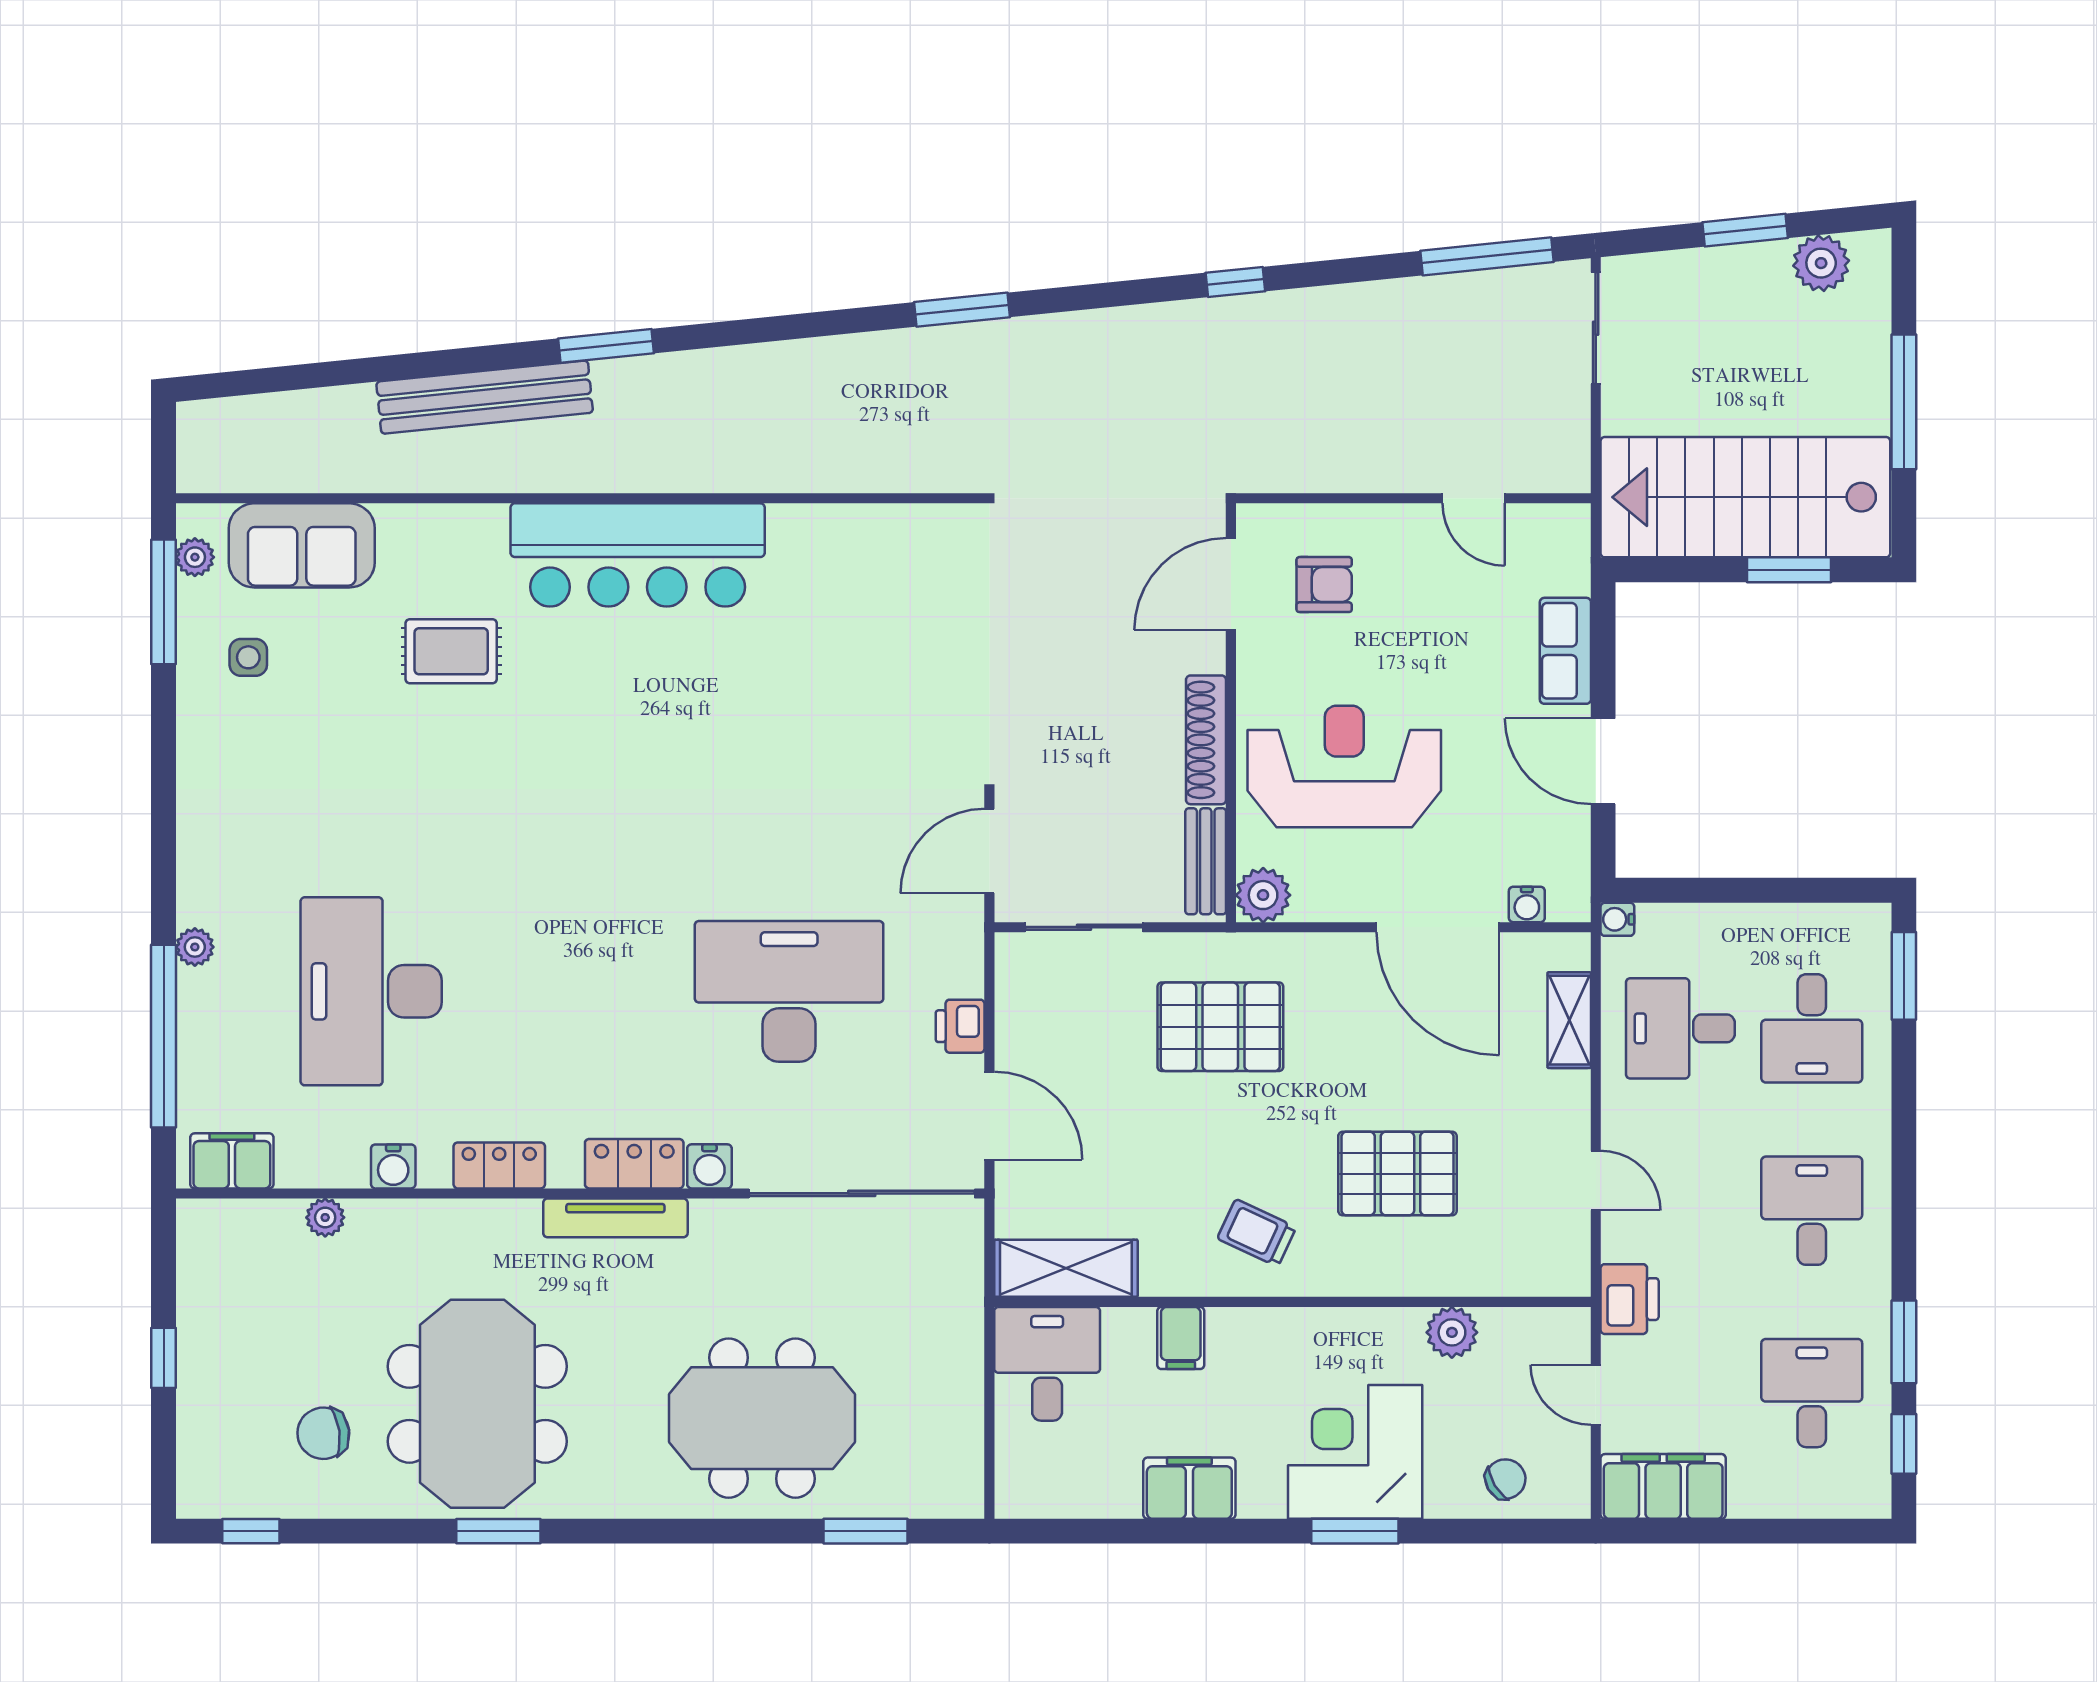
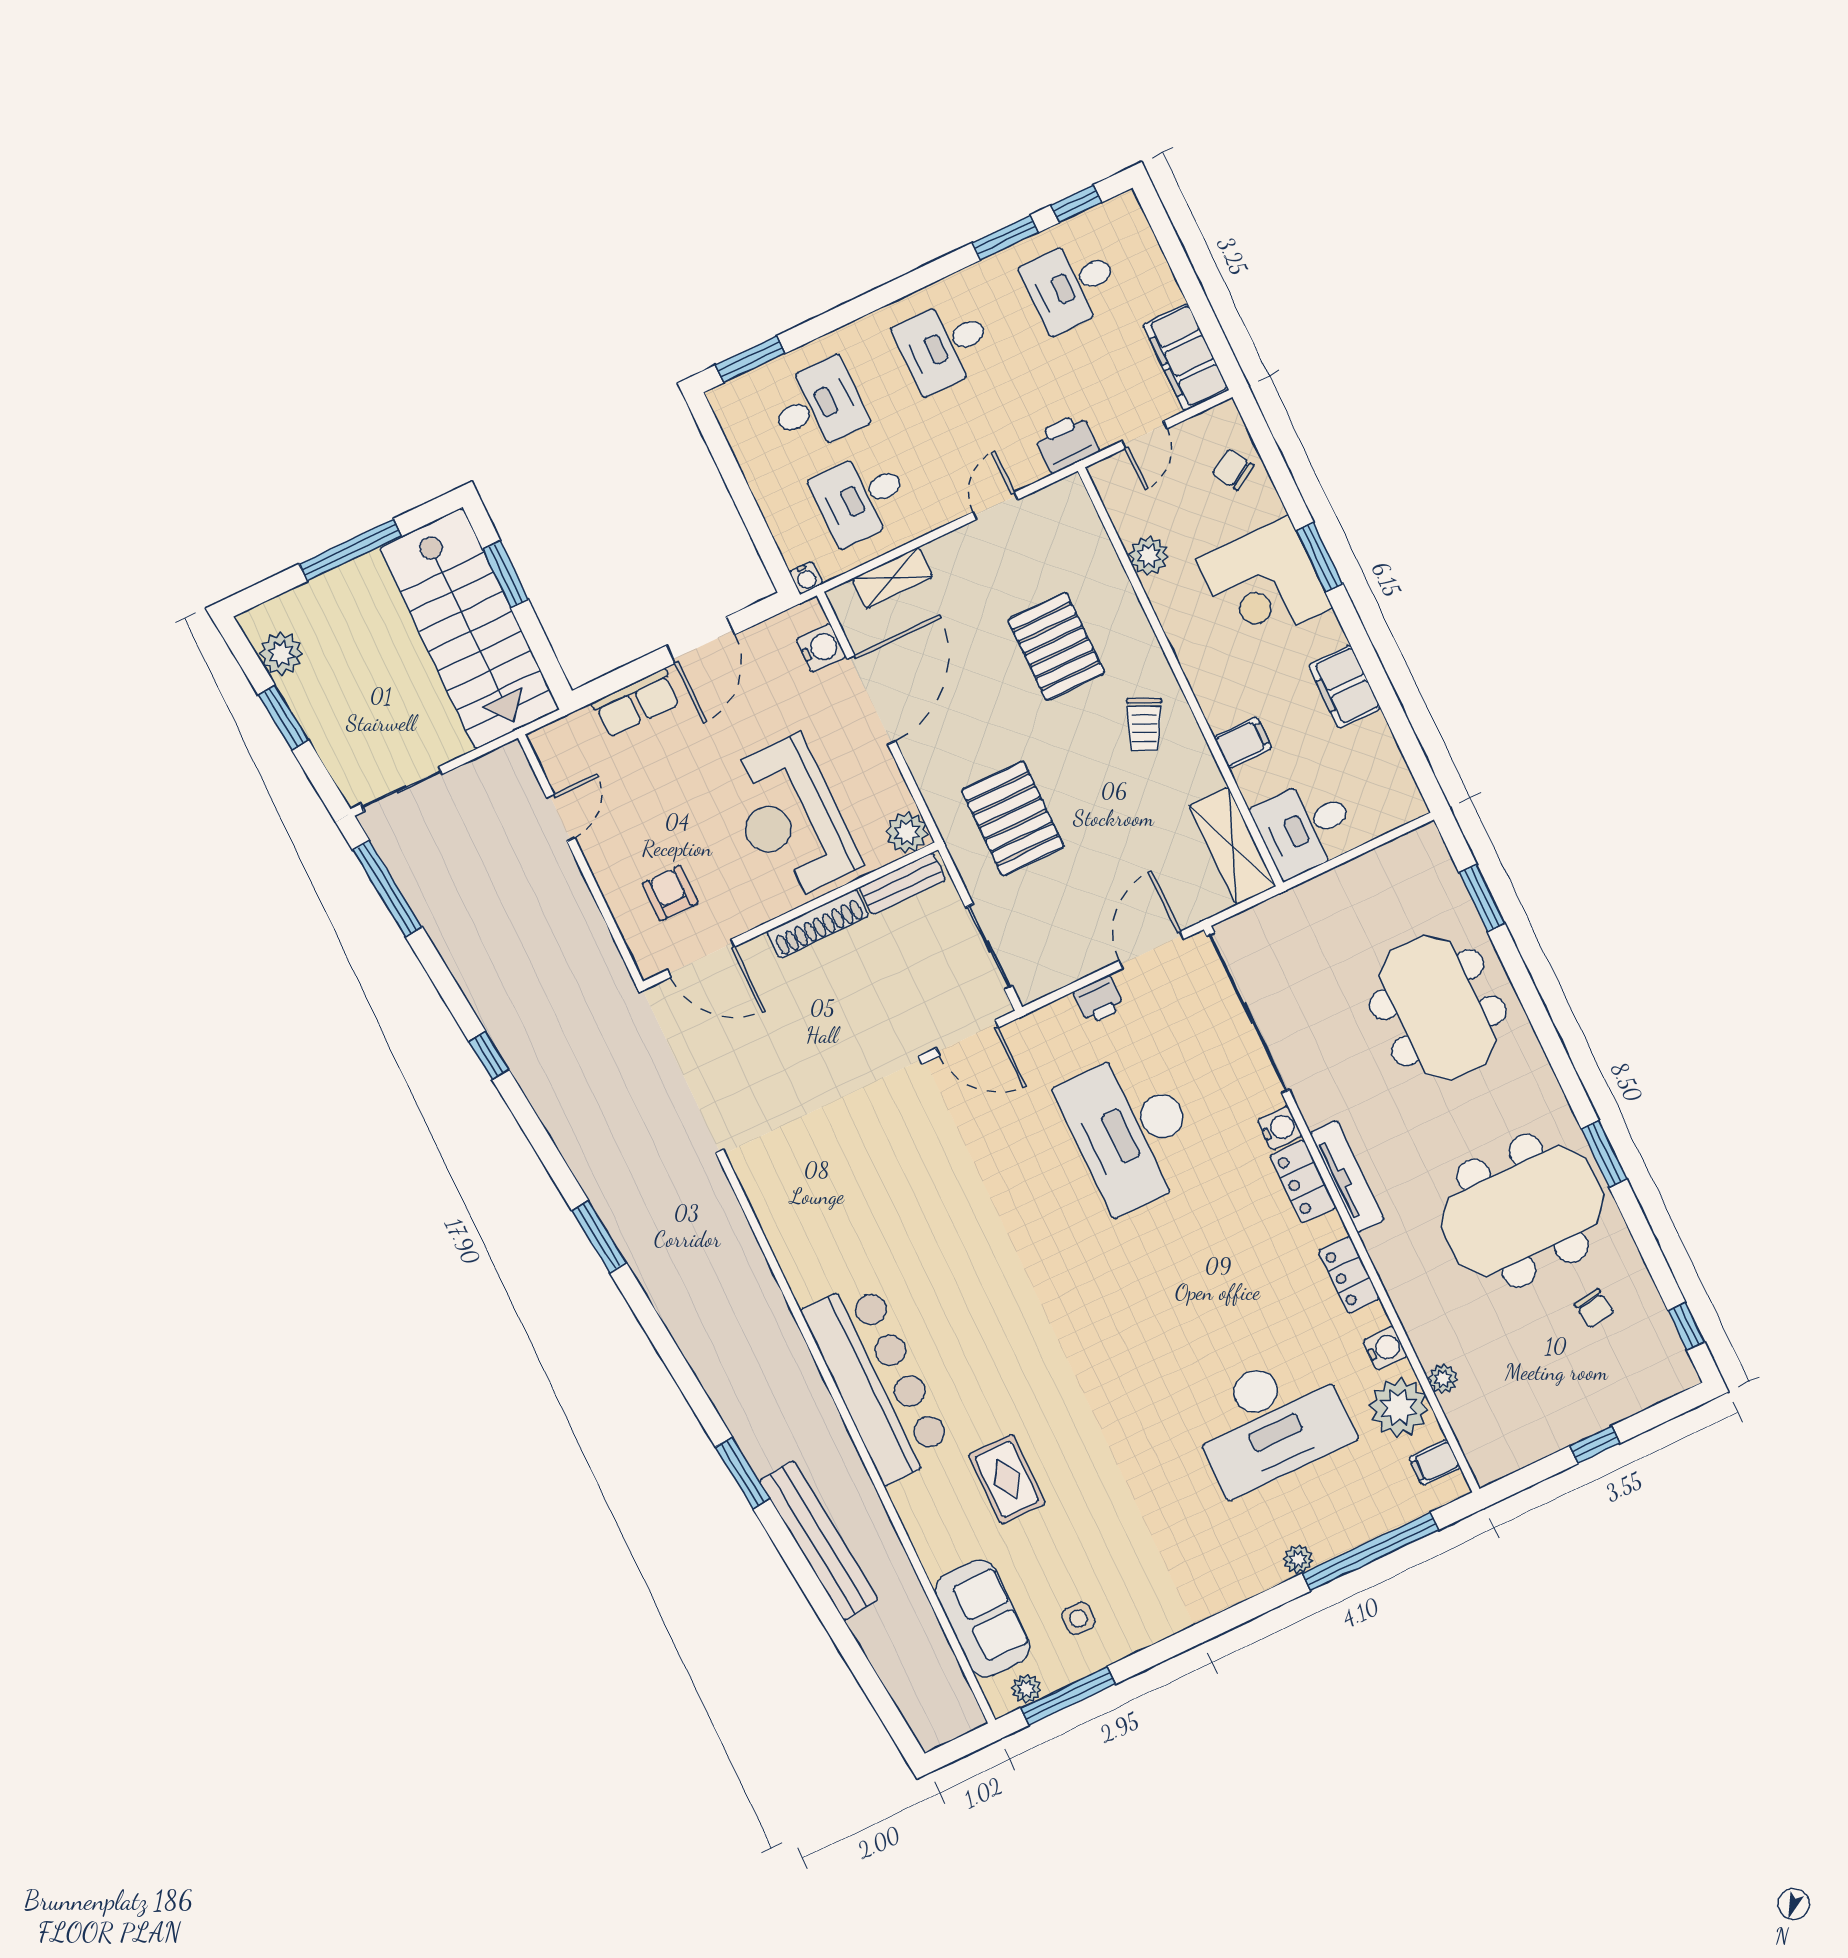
water cooler: (1527, 904) -> (821, 648), width x1.38, depth x1.38
desk: (1680, 1028) -> (861, 497), turned 90
plant: (316, 1150) -> (1399, 1408), added
filing cabinet: (232, 1161) -> (1435, 1463), width x0.50
chair: (323, 1433) -> (1594, 1308), width x0.73, depth x0.73

